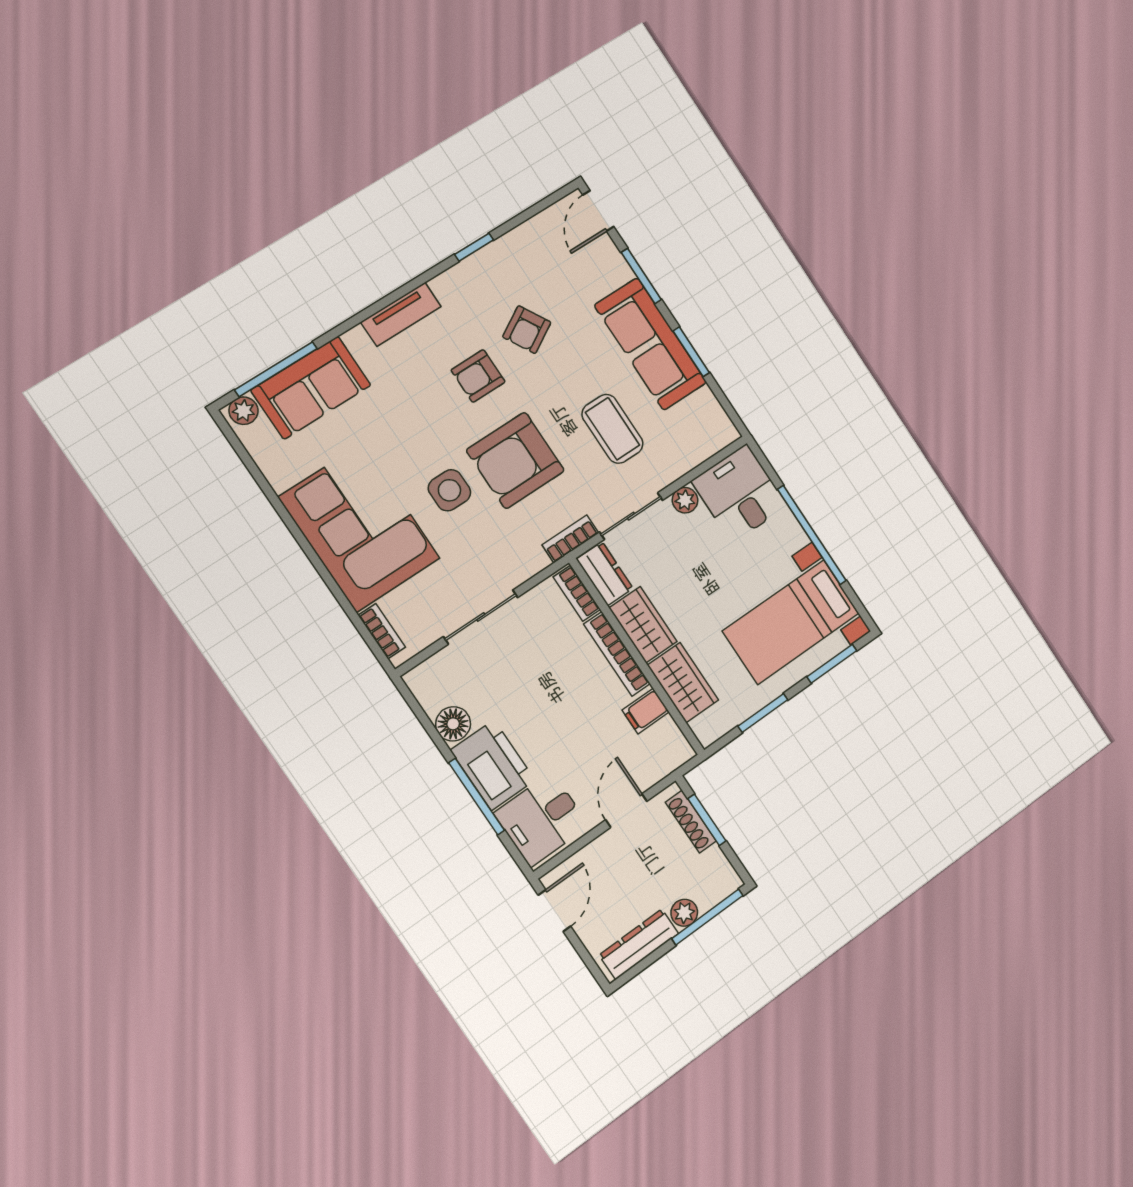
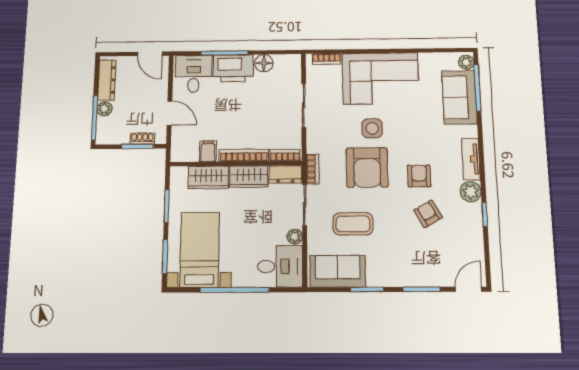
door: (598, 211) -> (468, 289), hinge flipped
plant: (453, 287) -> (471, 192), added
sofa: (651, 344) -> (338, 271), moved, width x0.73
armchair: (515, 460) -> (367, 167), turned 180
shoe rack: (691, 822) -> (142, 139), width x0.70

